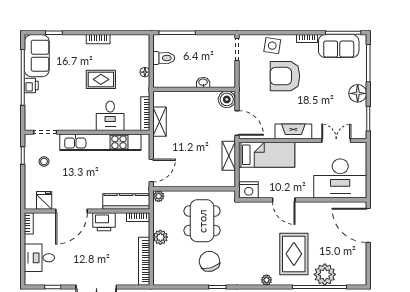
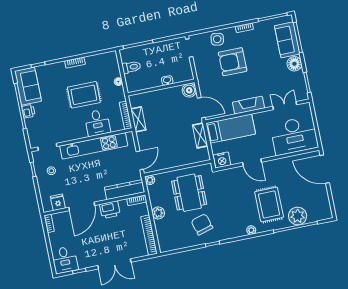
sofa: (339, 46) -> (287, 40), moved, turned 90
rug: (101, 79) -> (84, 95), width x1.36, depth x1.43
desk: (39, 258) -> (65, 260), moved, turned -90

